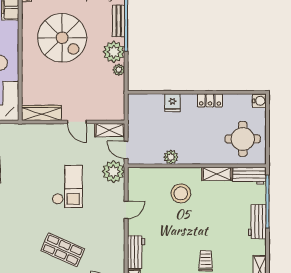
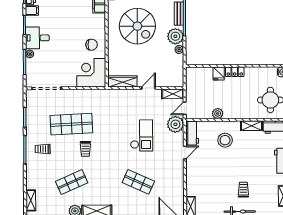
locker: (210, 100) -> (235, 72), moved
door: (77, 122) -> (148, 88), swing flipped
door: (126, 150) -> (185, 108), hinge flipped
workbench: (136, 252) -> (192, 133), moved

